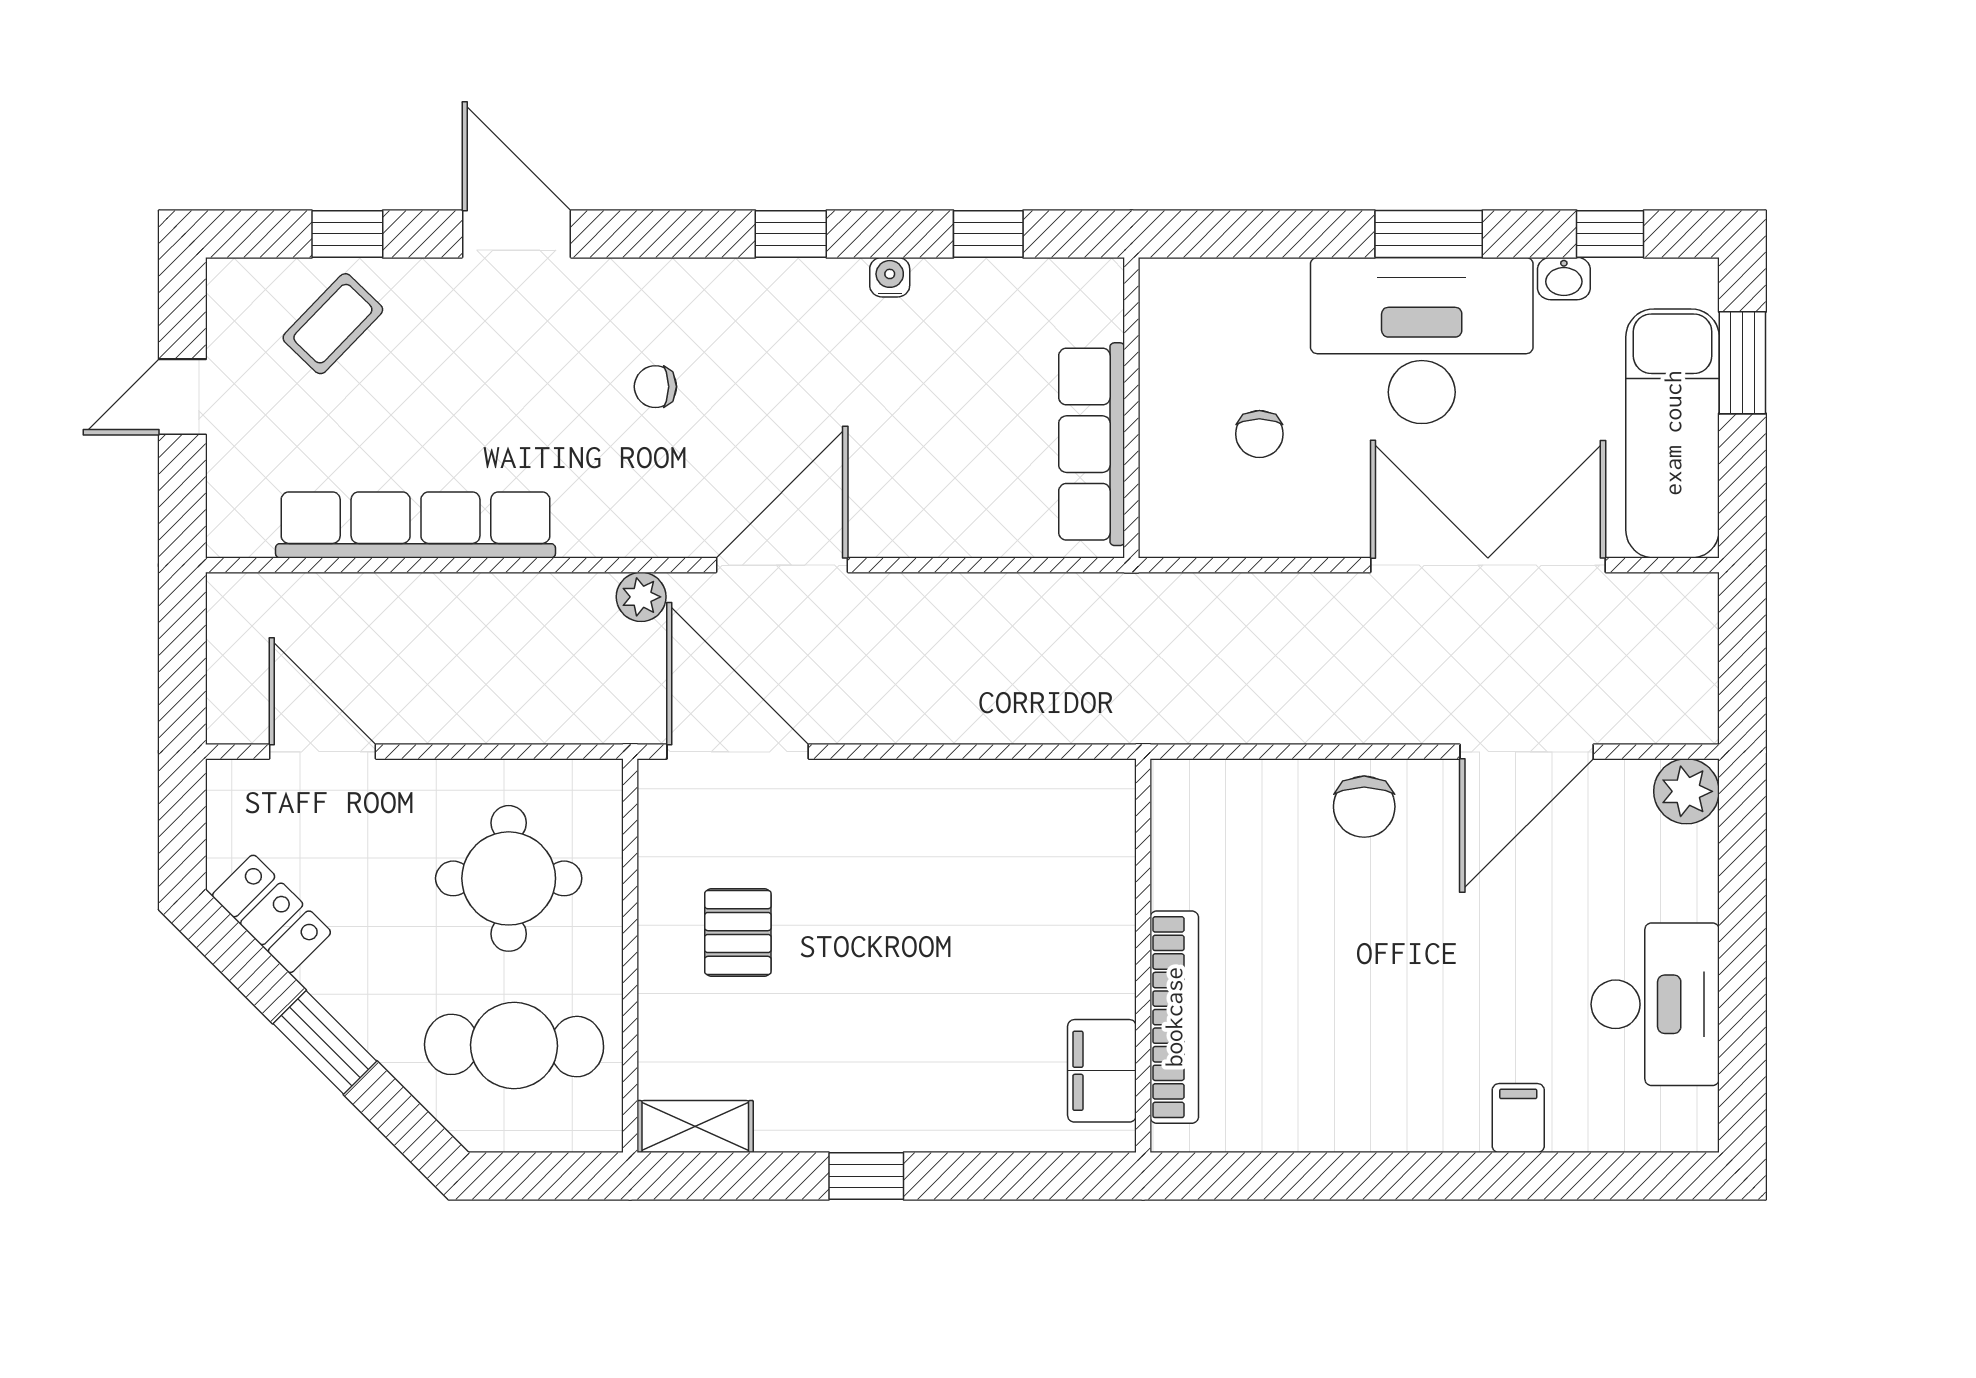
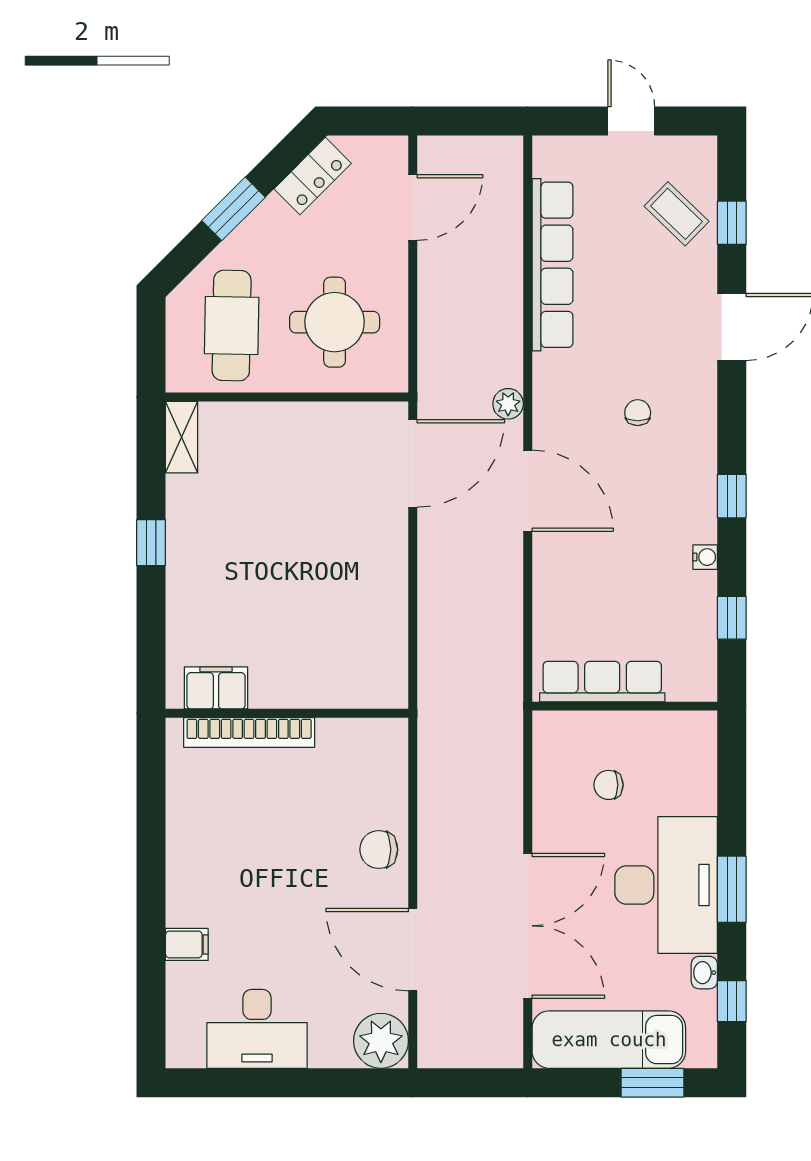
plant: (1686, 791) -> (381, 1041), width x1.36, depth x1.36
pallet: (738, 933) -> (301, 463), removed

